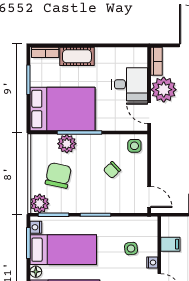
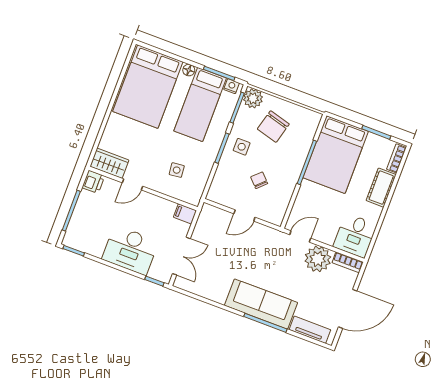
desk: (130, 84) -> (355, 236), moved
plant: (67, 144) -> (301, 146), removed
side table: (134, 146) -> (242, 147), moved
chair: (58, 175) -> (273, 127), turned 93
door: (149, 197) -> (244, 215), moved
filing cabinet: (170, 244) -> (185, 214), moved, turned 90
nightstand: (152, 262) -> (156, 185), removed

